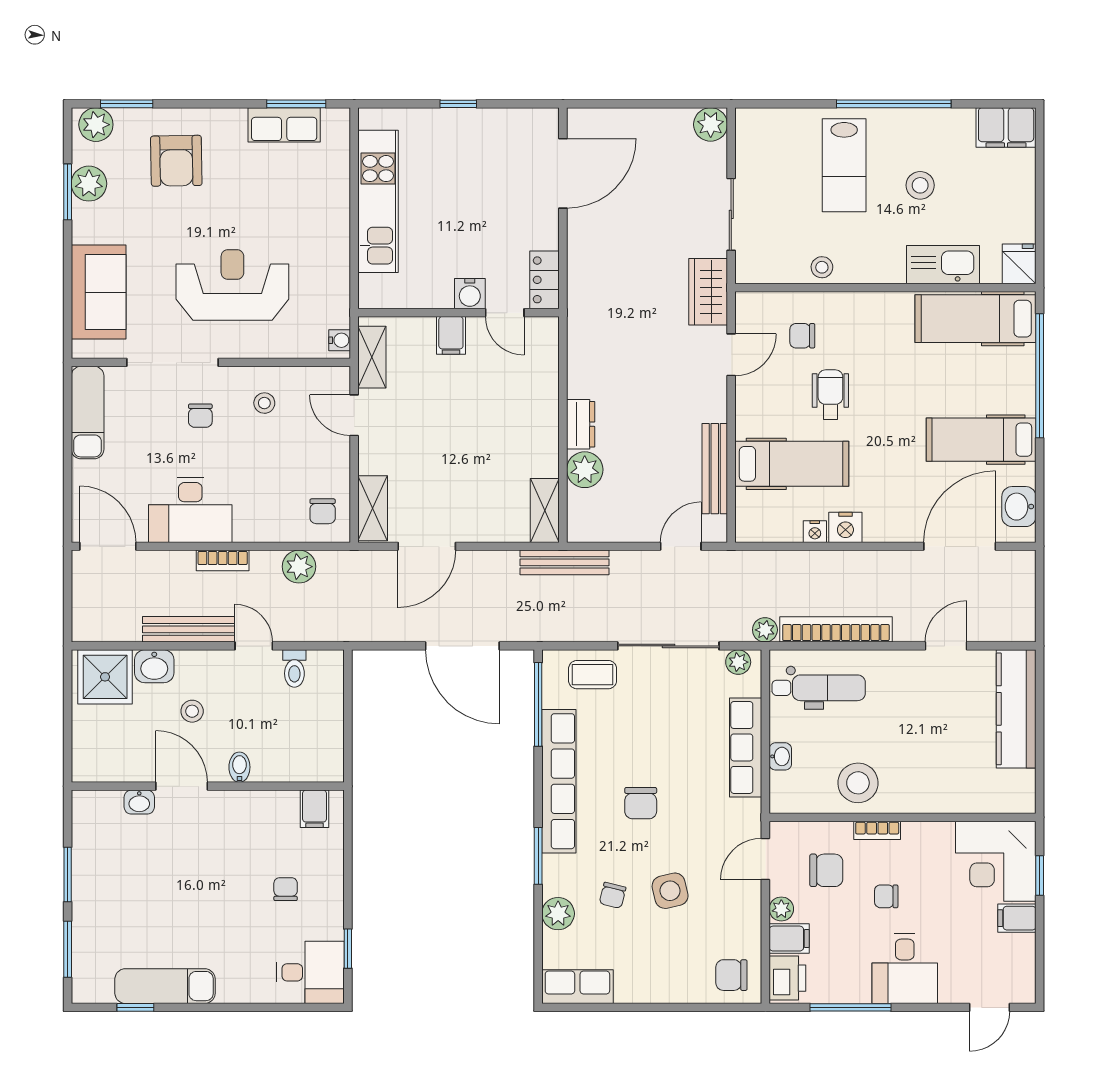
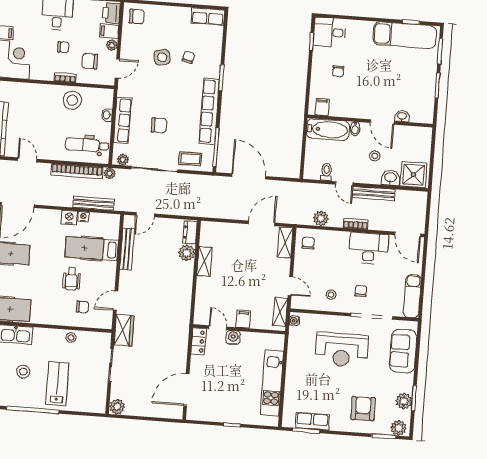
dresser: (581, 424) -> (190, 232), moved
shelving: (545, 510) -> (204, 261), moved
bench: (564, 562) -> (94, 203), moved
door: (946, 646) -> (27, 160), swing flipped
bathtub: (298, 761) -> (328, 130), added
chair: (641, 803) -> (159, 125), moved, turned 90
plant: (558, 914) -> (214, 51), removed
exam couch: (165, 986) -> (405, 35), width x1.36, depth x1.45

